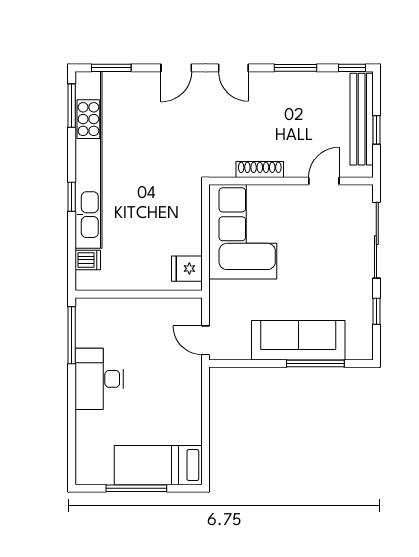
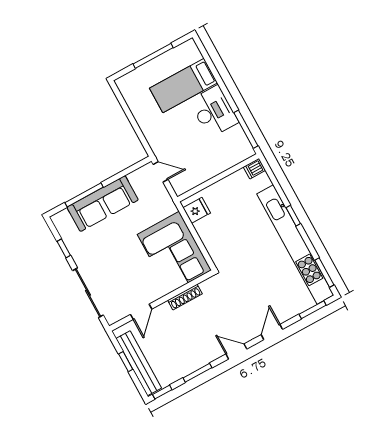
dishwasher: (88, 260) -> (254, 169), moved
bed: (158, 465) -> (184, 85), moved, turned 180

